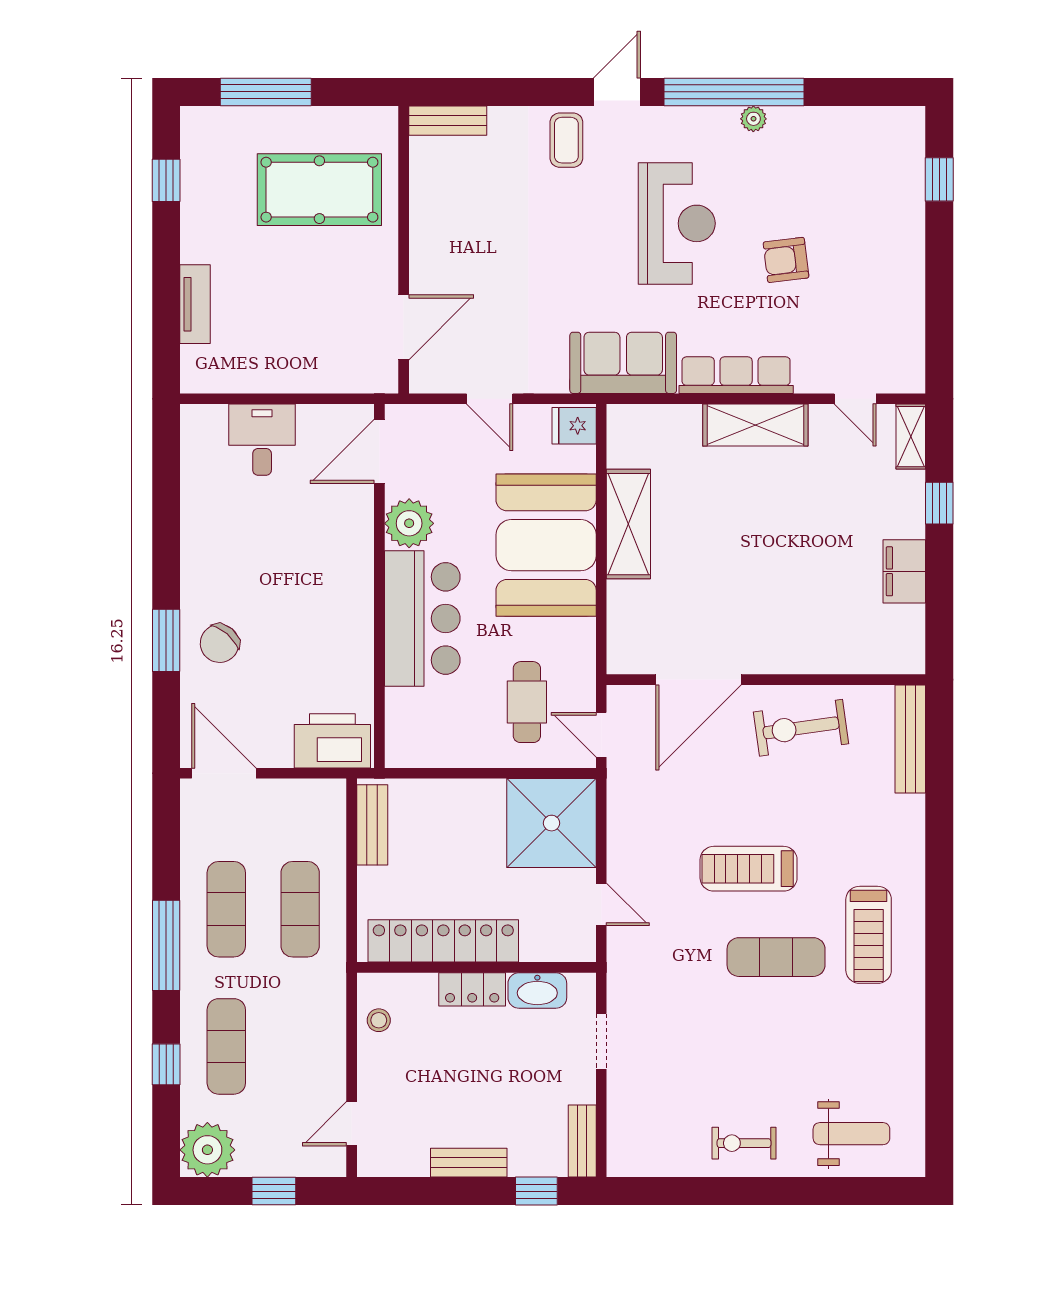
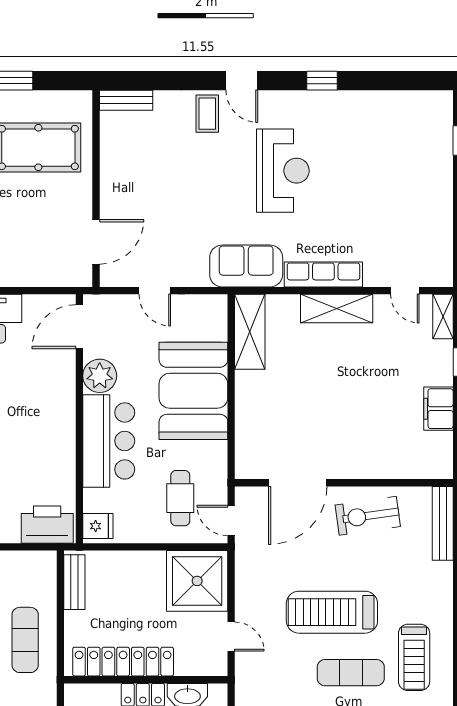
door: (617, 92) -> (242, 81), swing flipped
window: (734, 92) -> (322, 81), width x0.32
plant: (753, 119) -> (335, 99), removed
armchair: (786, 260) -> (358, 196), removed
fridge: (574, 426) -> (98, 526), moved, turned 180
shelving: (628, 524) -> (250, 332), moved
treadmill: (749, 869) -> (332, 612), width x1.37, depth x1.38

